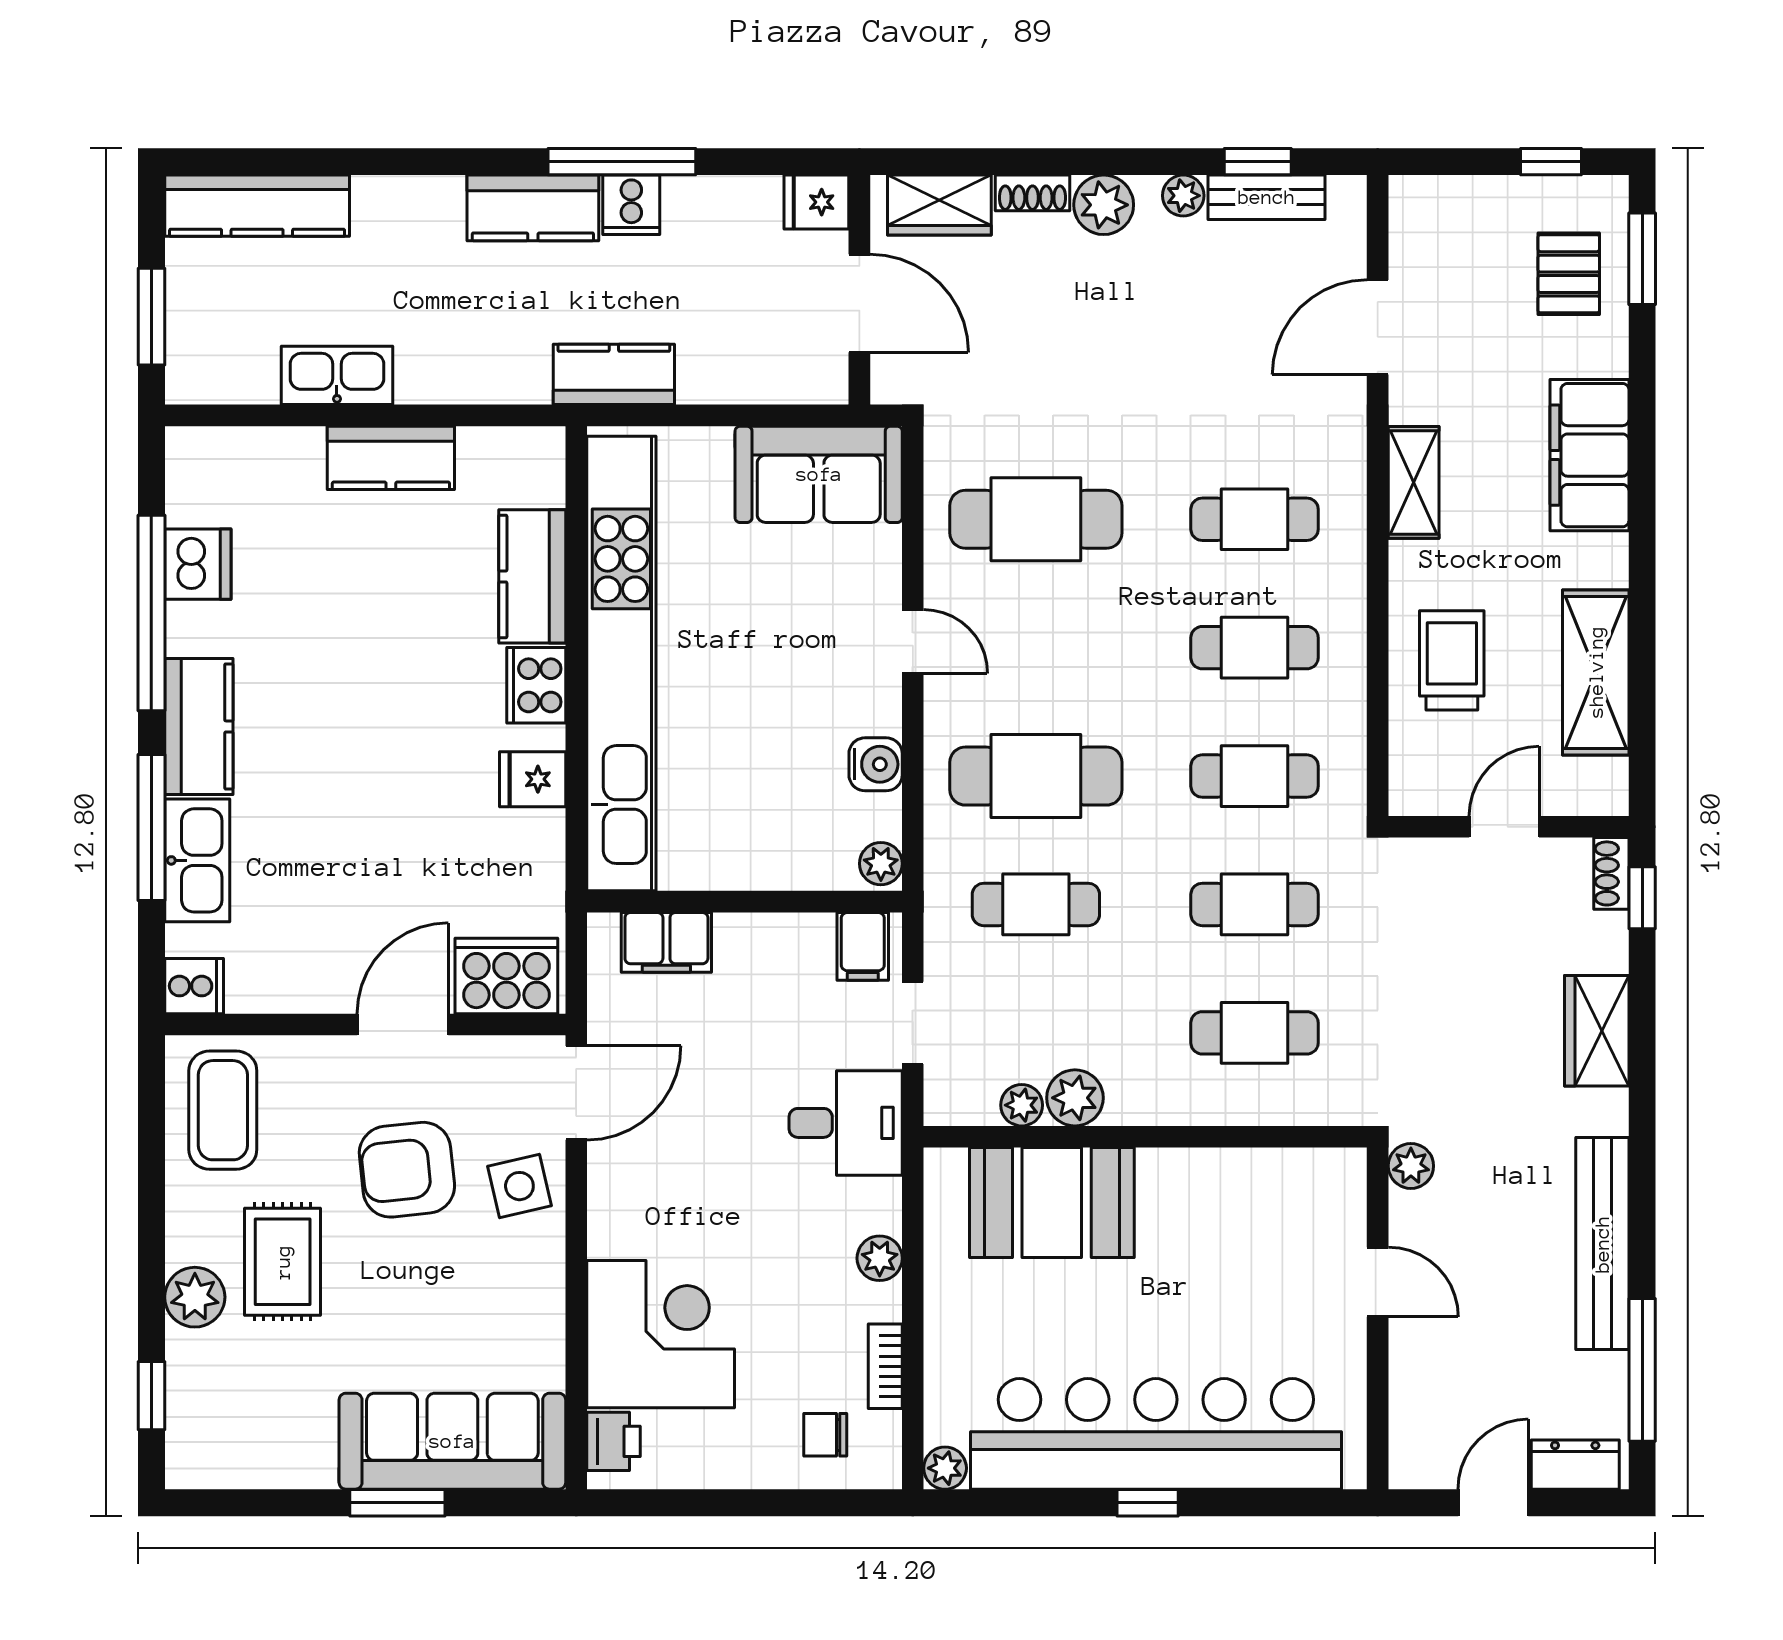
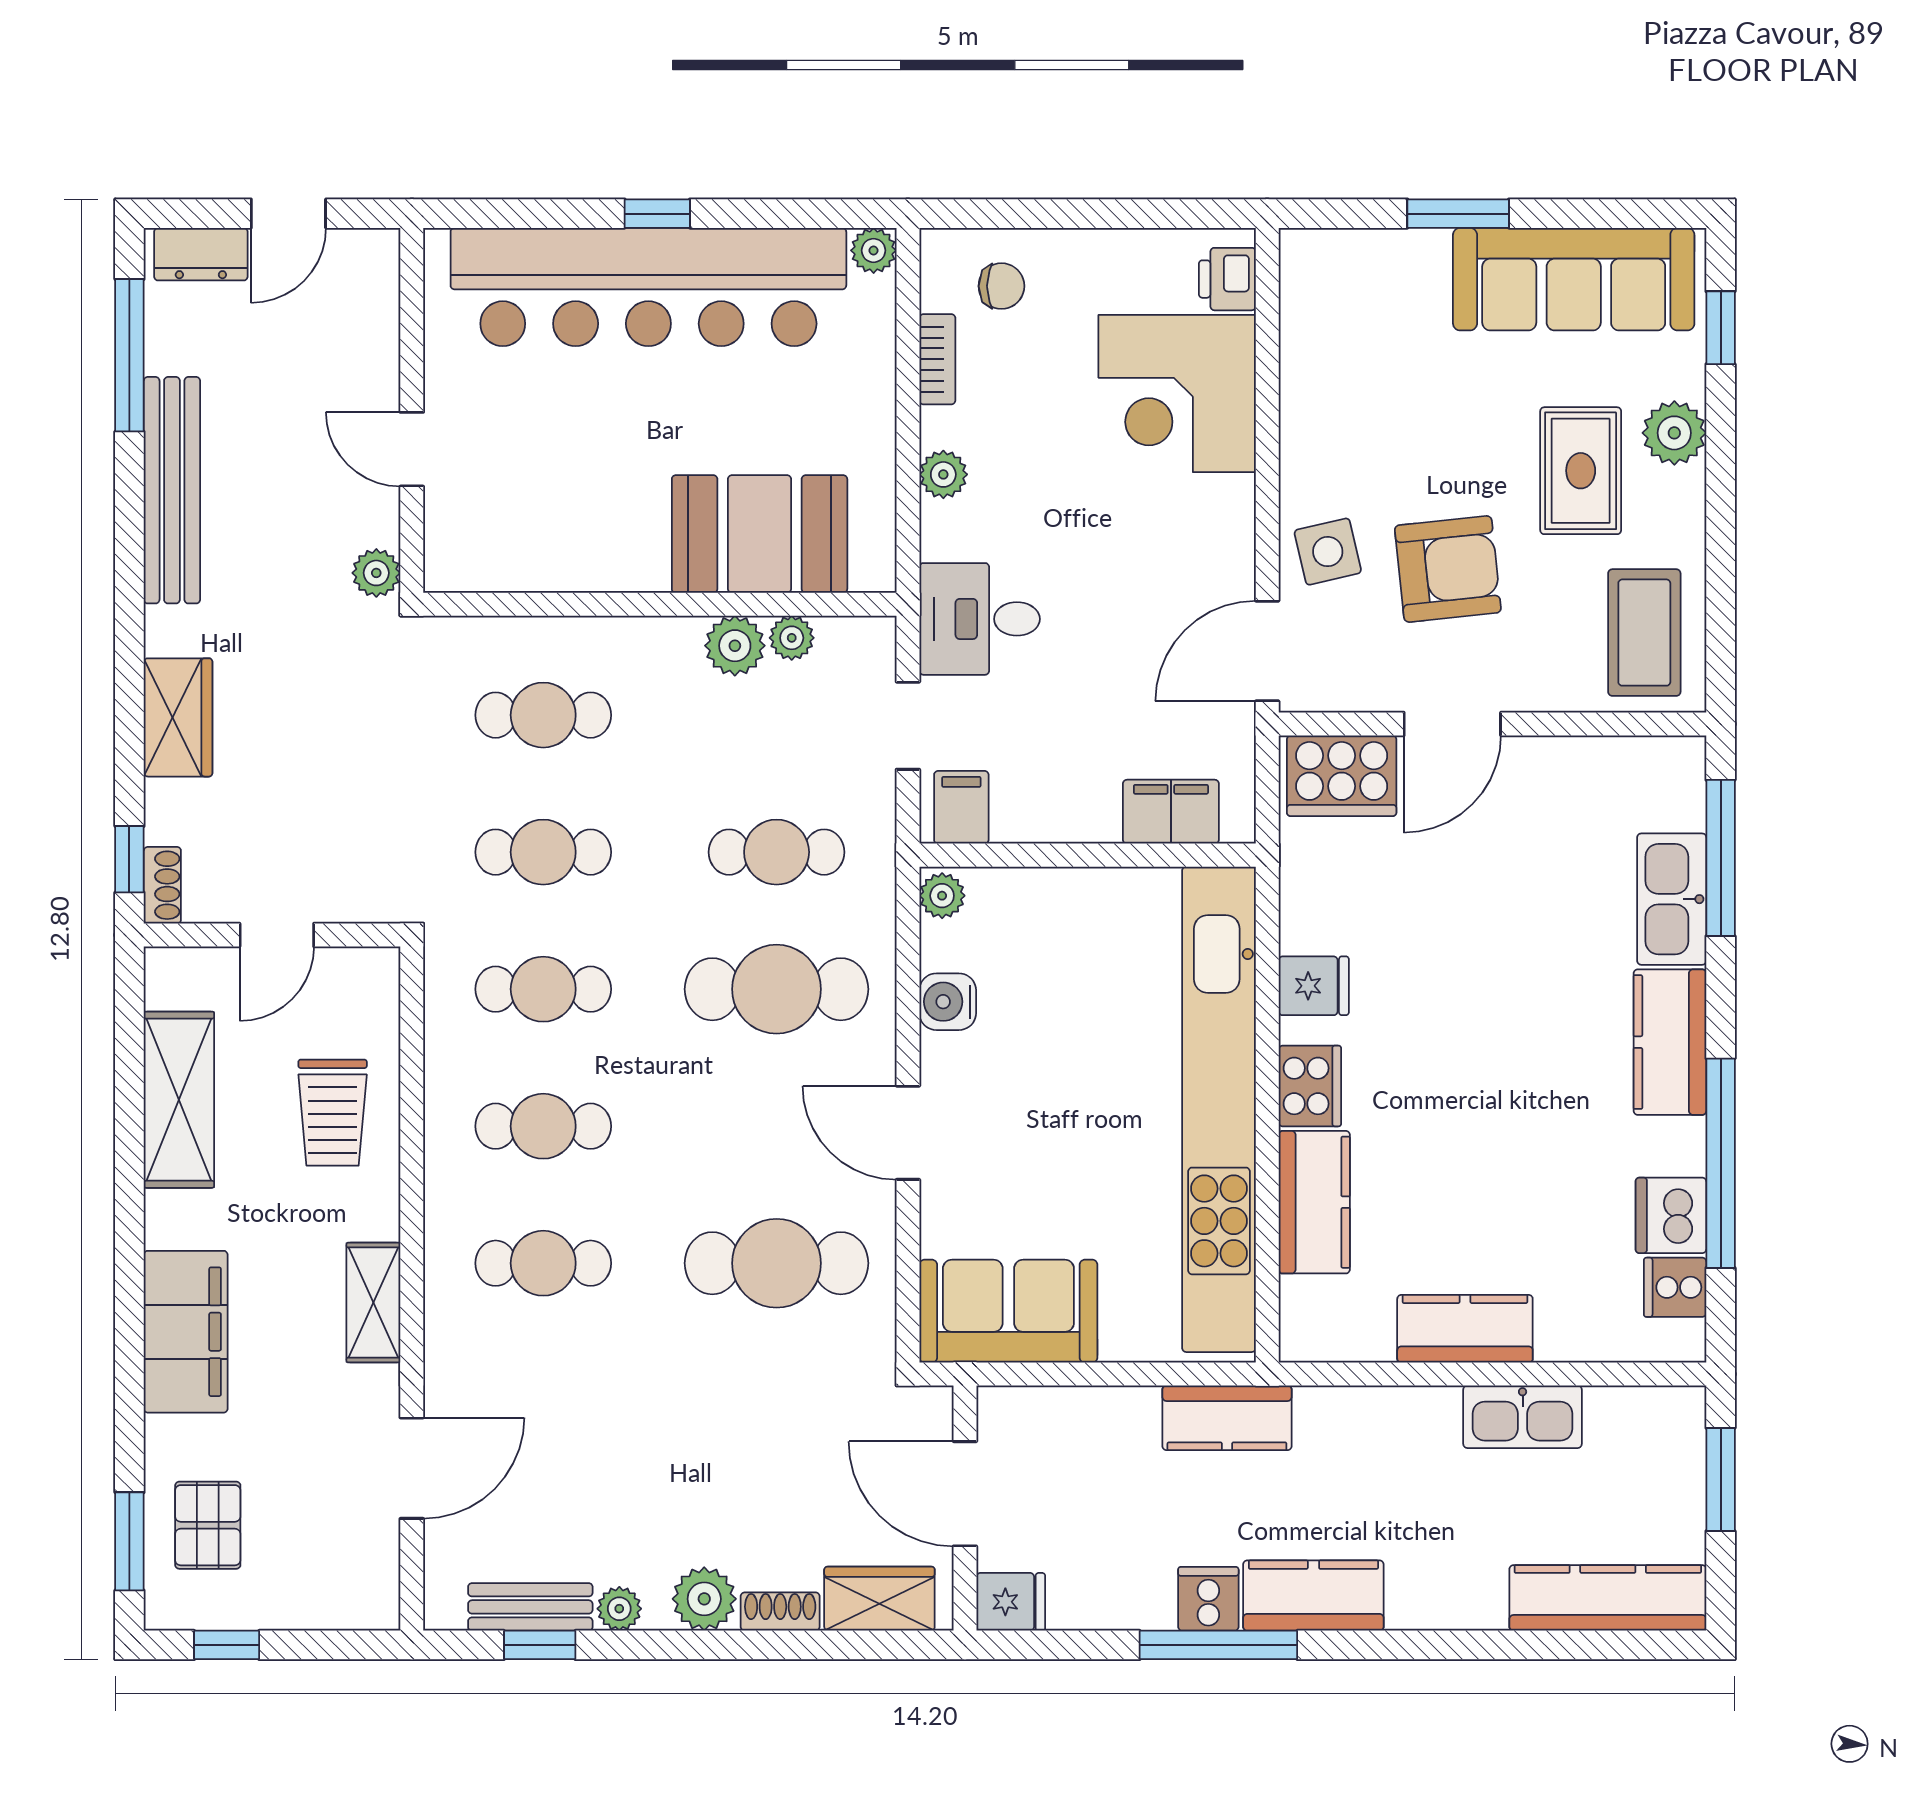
door: (913, 641) -> (908, 1133), width x1.38
window: (151, 827) -> (1721, 858), moved
cooker: (194, 986) -> (1675, 1287), moved
sofa: (452, 1441) -> (1574, 279), moved

